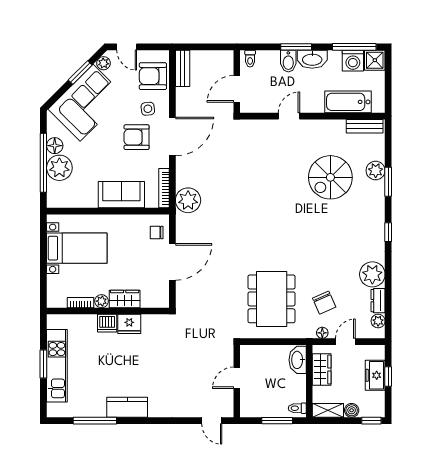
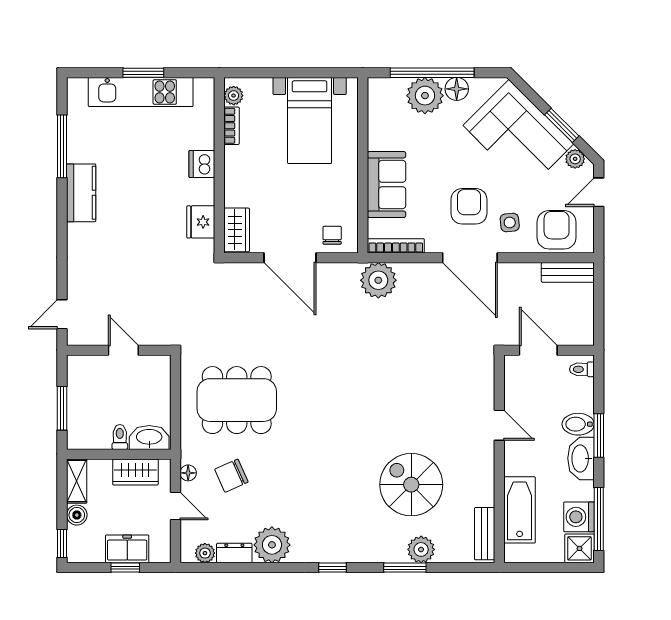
wardrobe: (125, 299) -> (237, 230), moved
plant: (101, 301) -> (234, 96), moved
fridge: (129, 324) -> (201, 222), moved
toilet: (297, 408) -> (120, 437), moved

